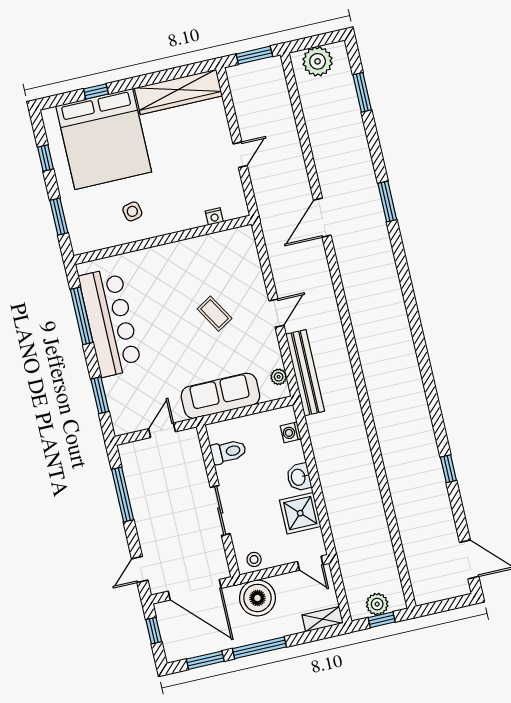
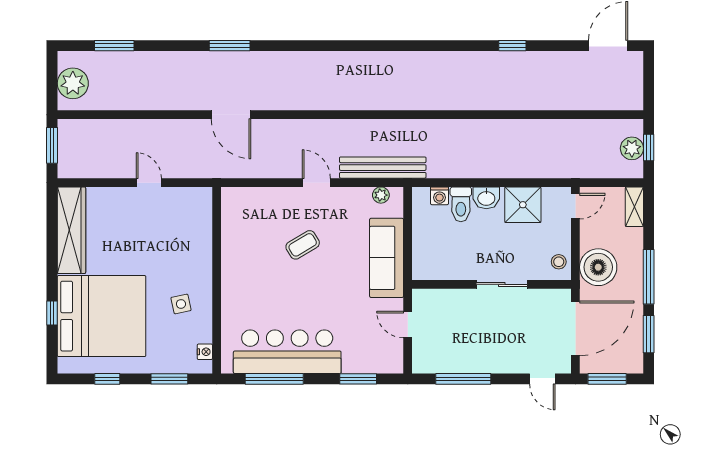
nightstand: (214, 216) -> (205, 352), moved
toilet: (228, 452) -> (461, 204), moved, turned 180
window: (154, 631) -> (607, 379), width x1.50

